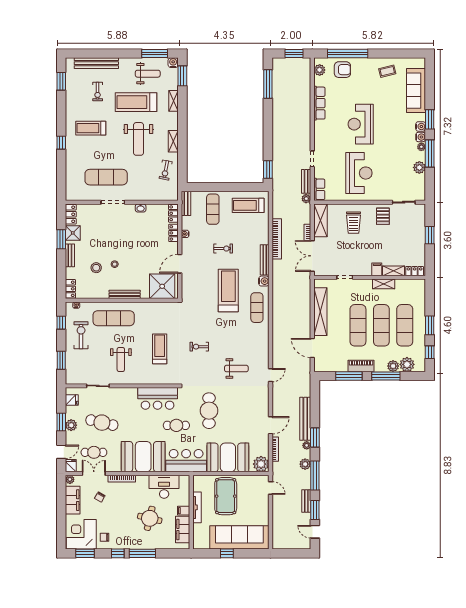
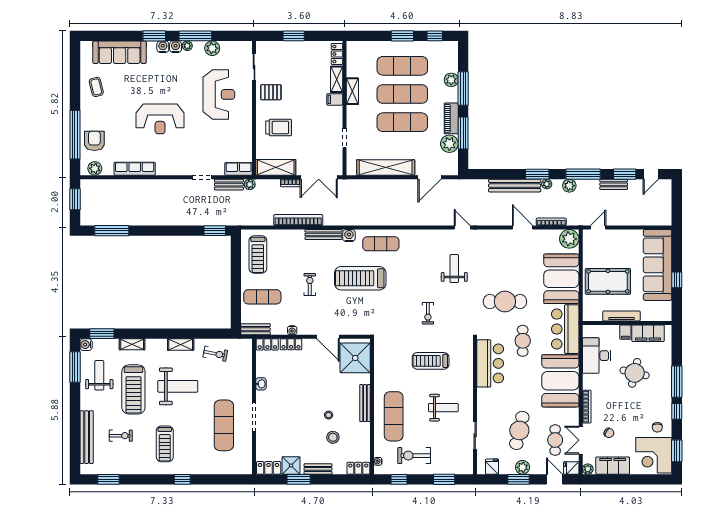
reception desk: (359, 173) -> (219, 94), moved, turned 90
plant: (407, 364) -> (449, 144), moved

